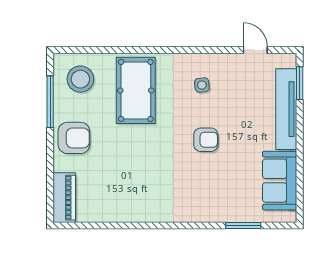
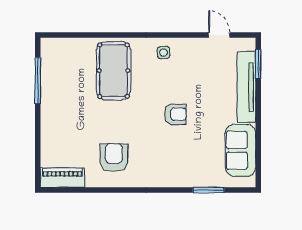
stool: (80, 79) -> (65, 61), removed
side table: (202, 85) -> (164, 53), moved
armchair: (74, 138) -> (114, 158), moved, turned -90
piano: (64, 198) -> (62, 178), moved, turned -90

